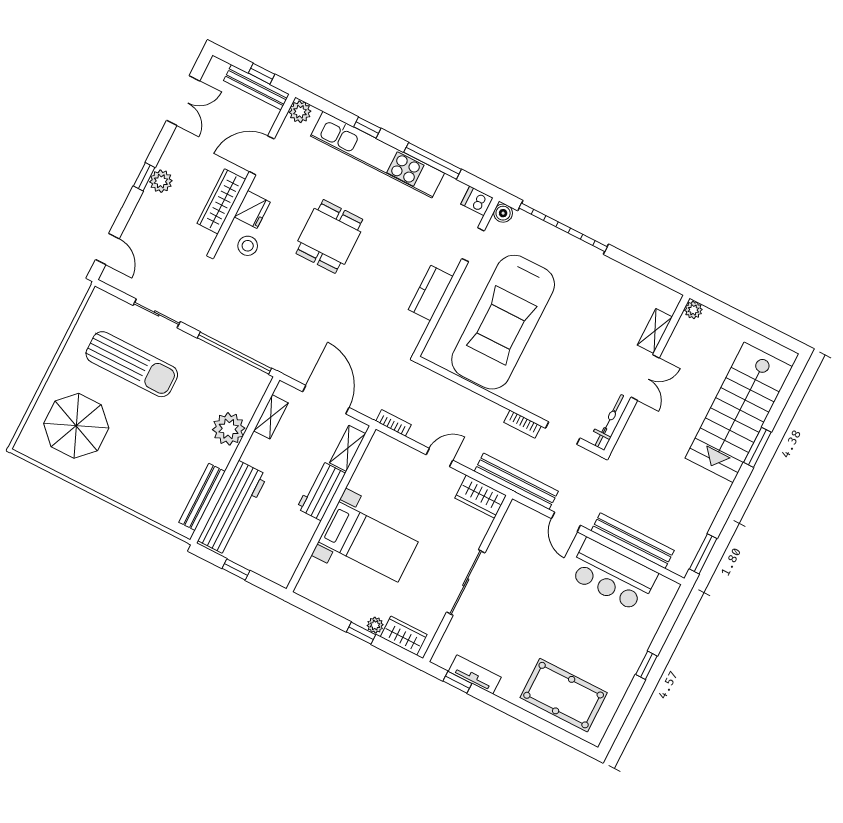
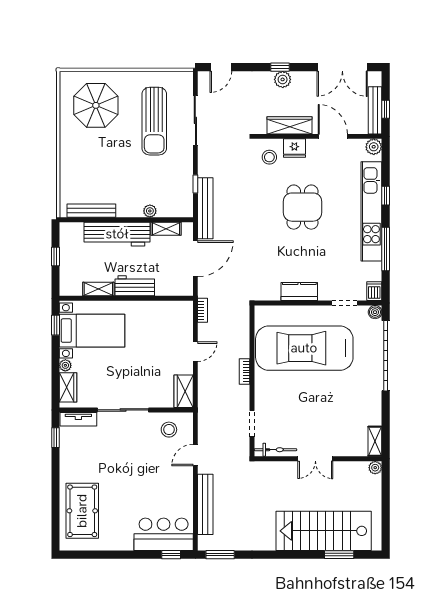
double door: (183, 101) -> (342, 67), width x1.37
dining table: (329, 236) -> (302, 207), turned 90
sliding door: (157, 313) -> (195, 120), width x1.37
shelving: (655, 331) -> (375, 441), moved, turned 90
window: (234, 353) -> (195, 184), width x0.32
bookcase: (522, 424) -> (245, 372), moved
plant: (229, 429) -> (150, 211), width x0.53, depth x0.53
window: (757, 447) -> (339, 555), moved
shelving: (348, 448) -> (98, 289), moved
door: (439, 458) -> (195, 352), hinge flipped
bench: (516, 481) -> (205, 208), moved
workbench: (233, 508) -> (117, 234), moved
stool: (518, 538) -> (169, 430), added
bed with nightstands: (368, 542) -> (92, 331), moved, turned -90
bar counter: (613, 575) -> (164, 534), moved, turned 90
window: (361, 633) -> (55, 325), moved
window: (646, 665) -> (171, 555), moved
tv unit: (475, 674) -> (78, 419), moved, turned 90

